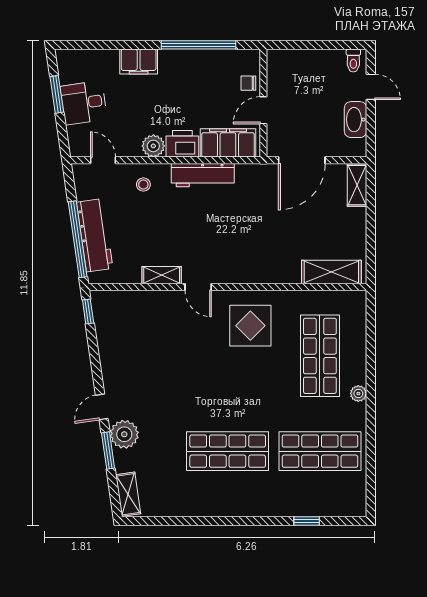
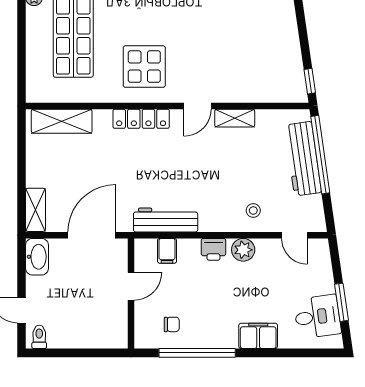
chair: (248, 83) -> (172, 324), moved
desk: (84, 103) -> (317, 317), moved
washbasin: (356, 120) -> (37, 257), moved
filing cabinet: (228, 143) -> (167, 251), width x0.33, depth x0.86
printer: (182, 144) -> (213, 249), width x0.73, depth x0.81
workbench: (203, 175) -> (166, 220), moved
locker: (253, 274) -> (141, 119), added
door: (198, 287) -> (197, 106), swing flipped

